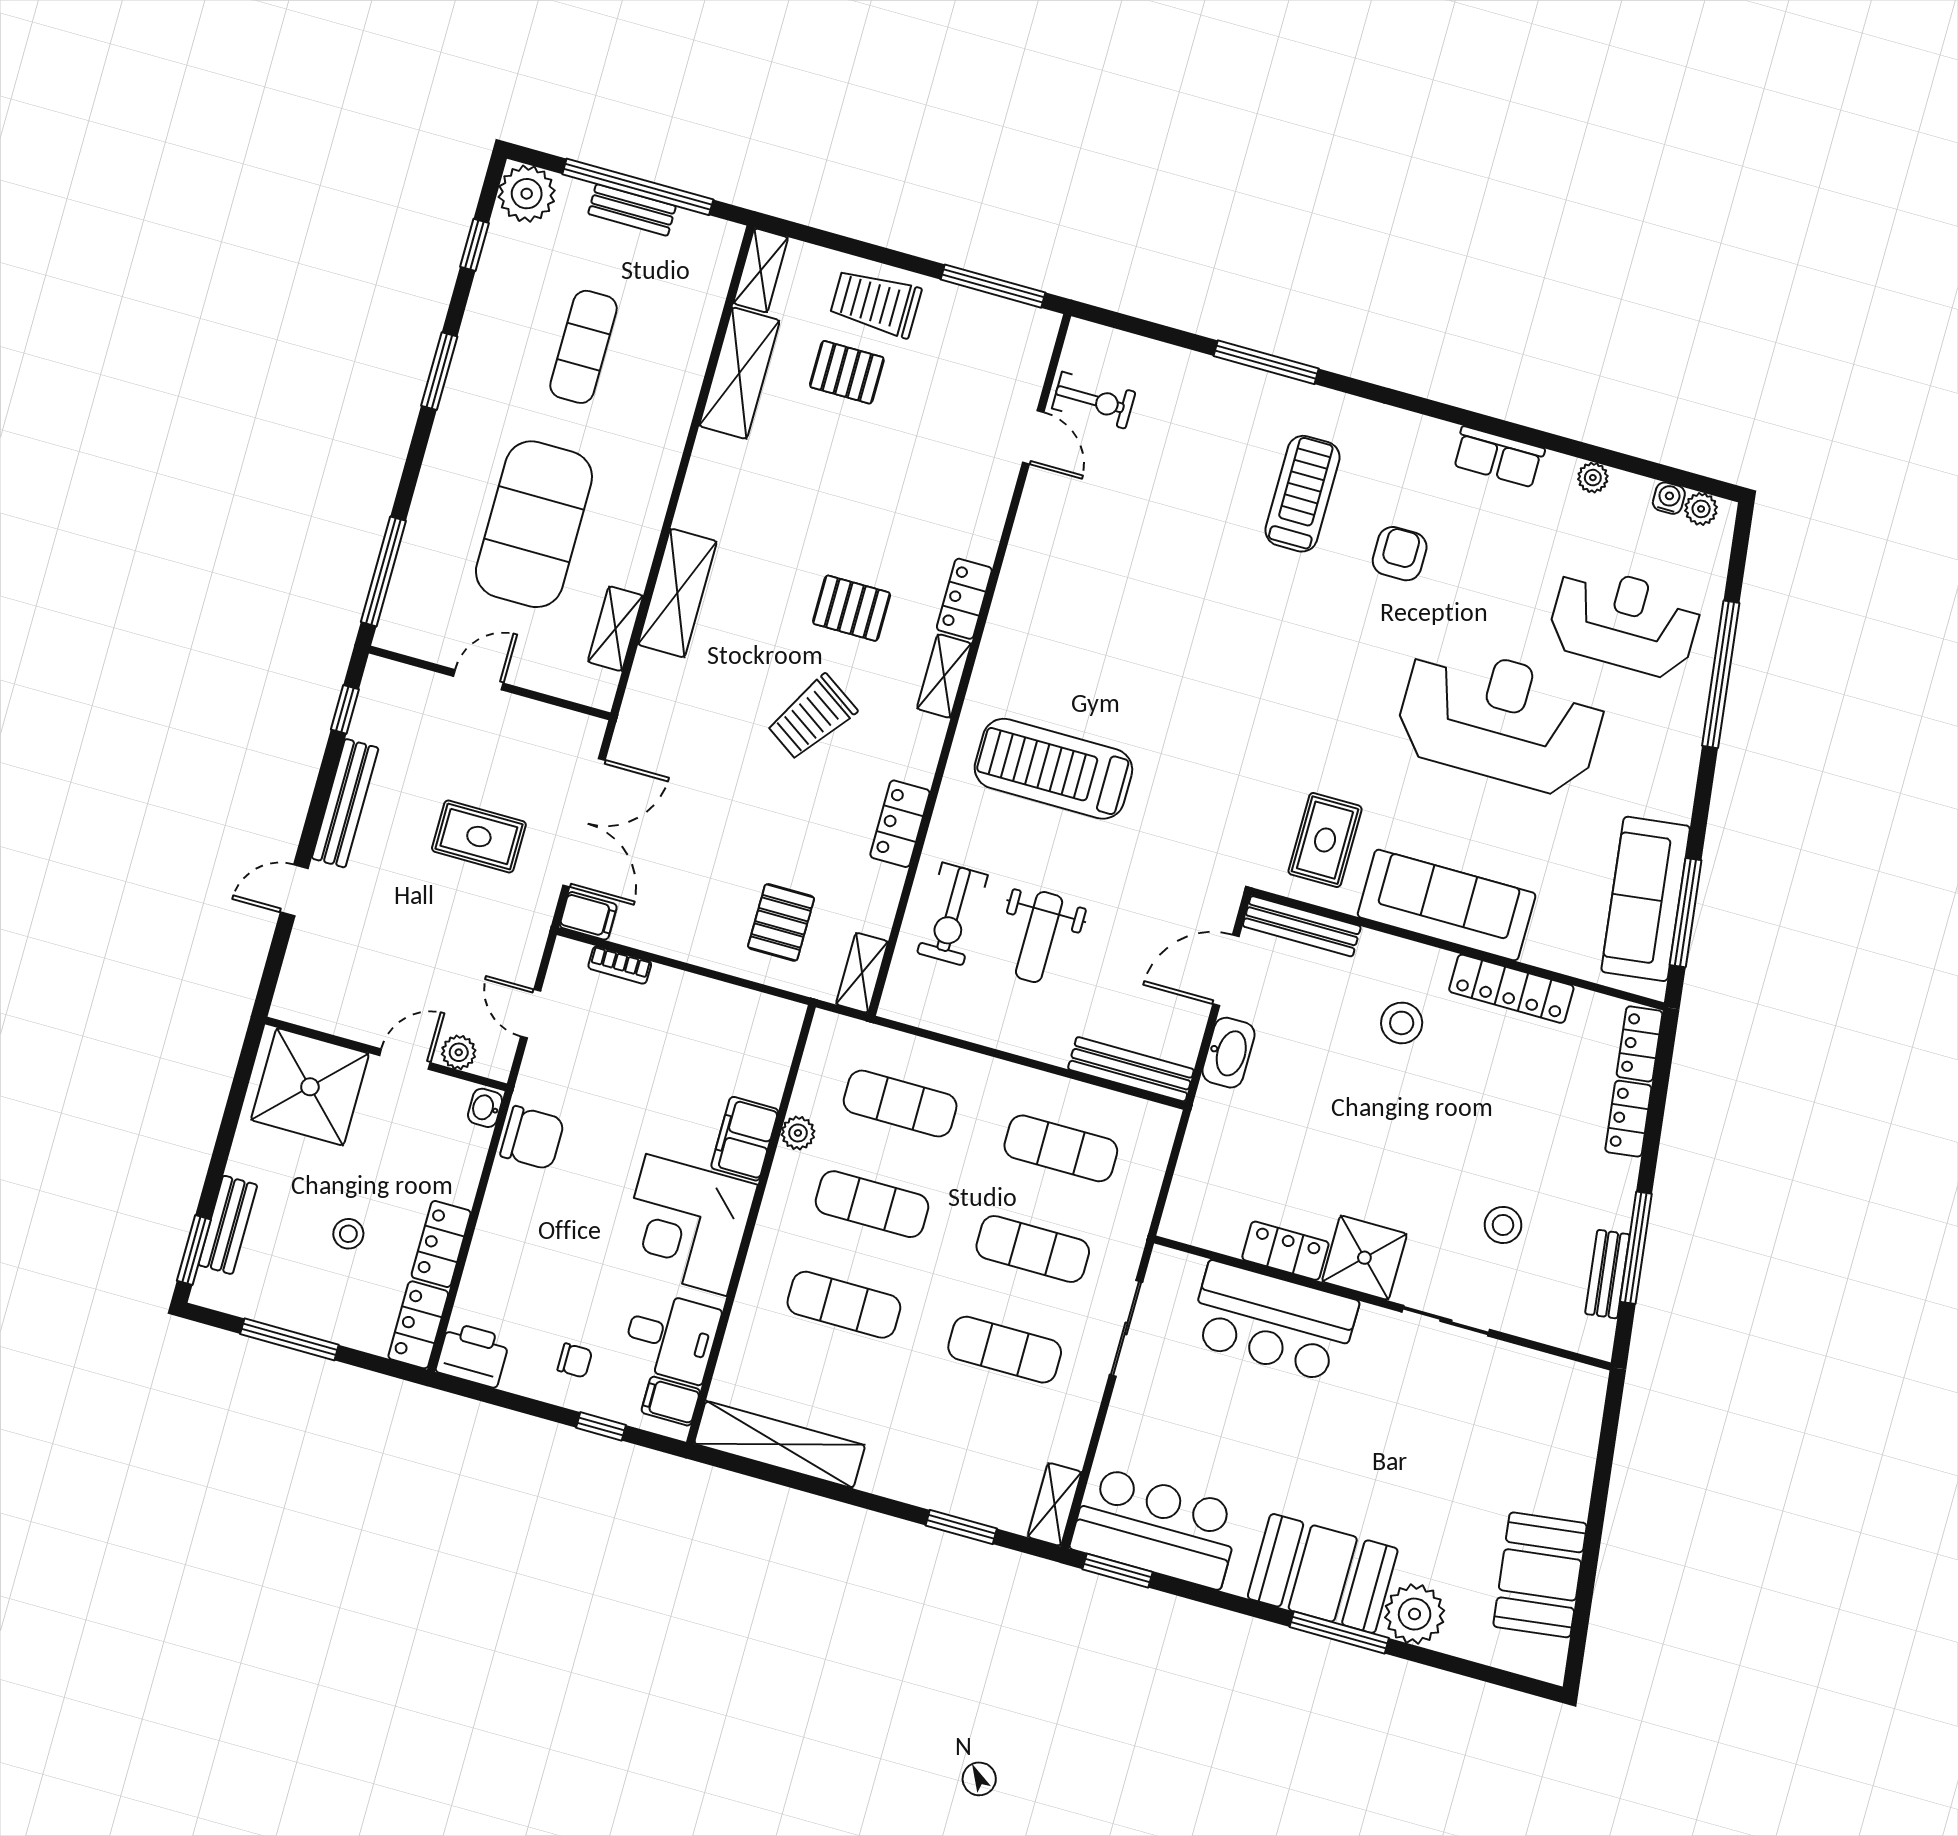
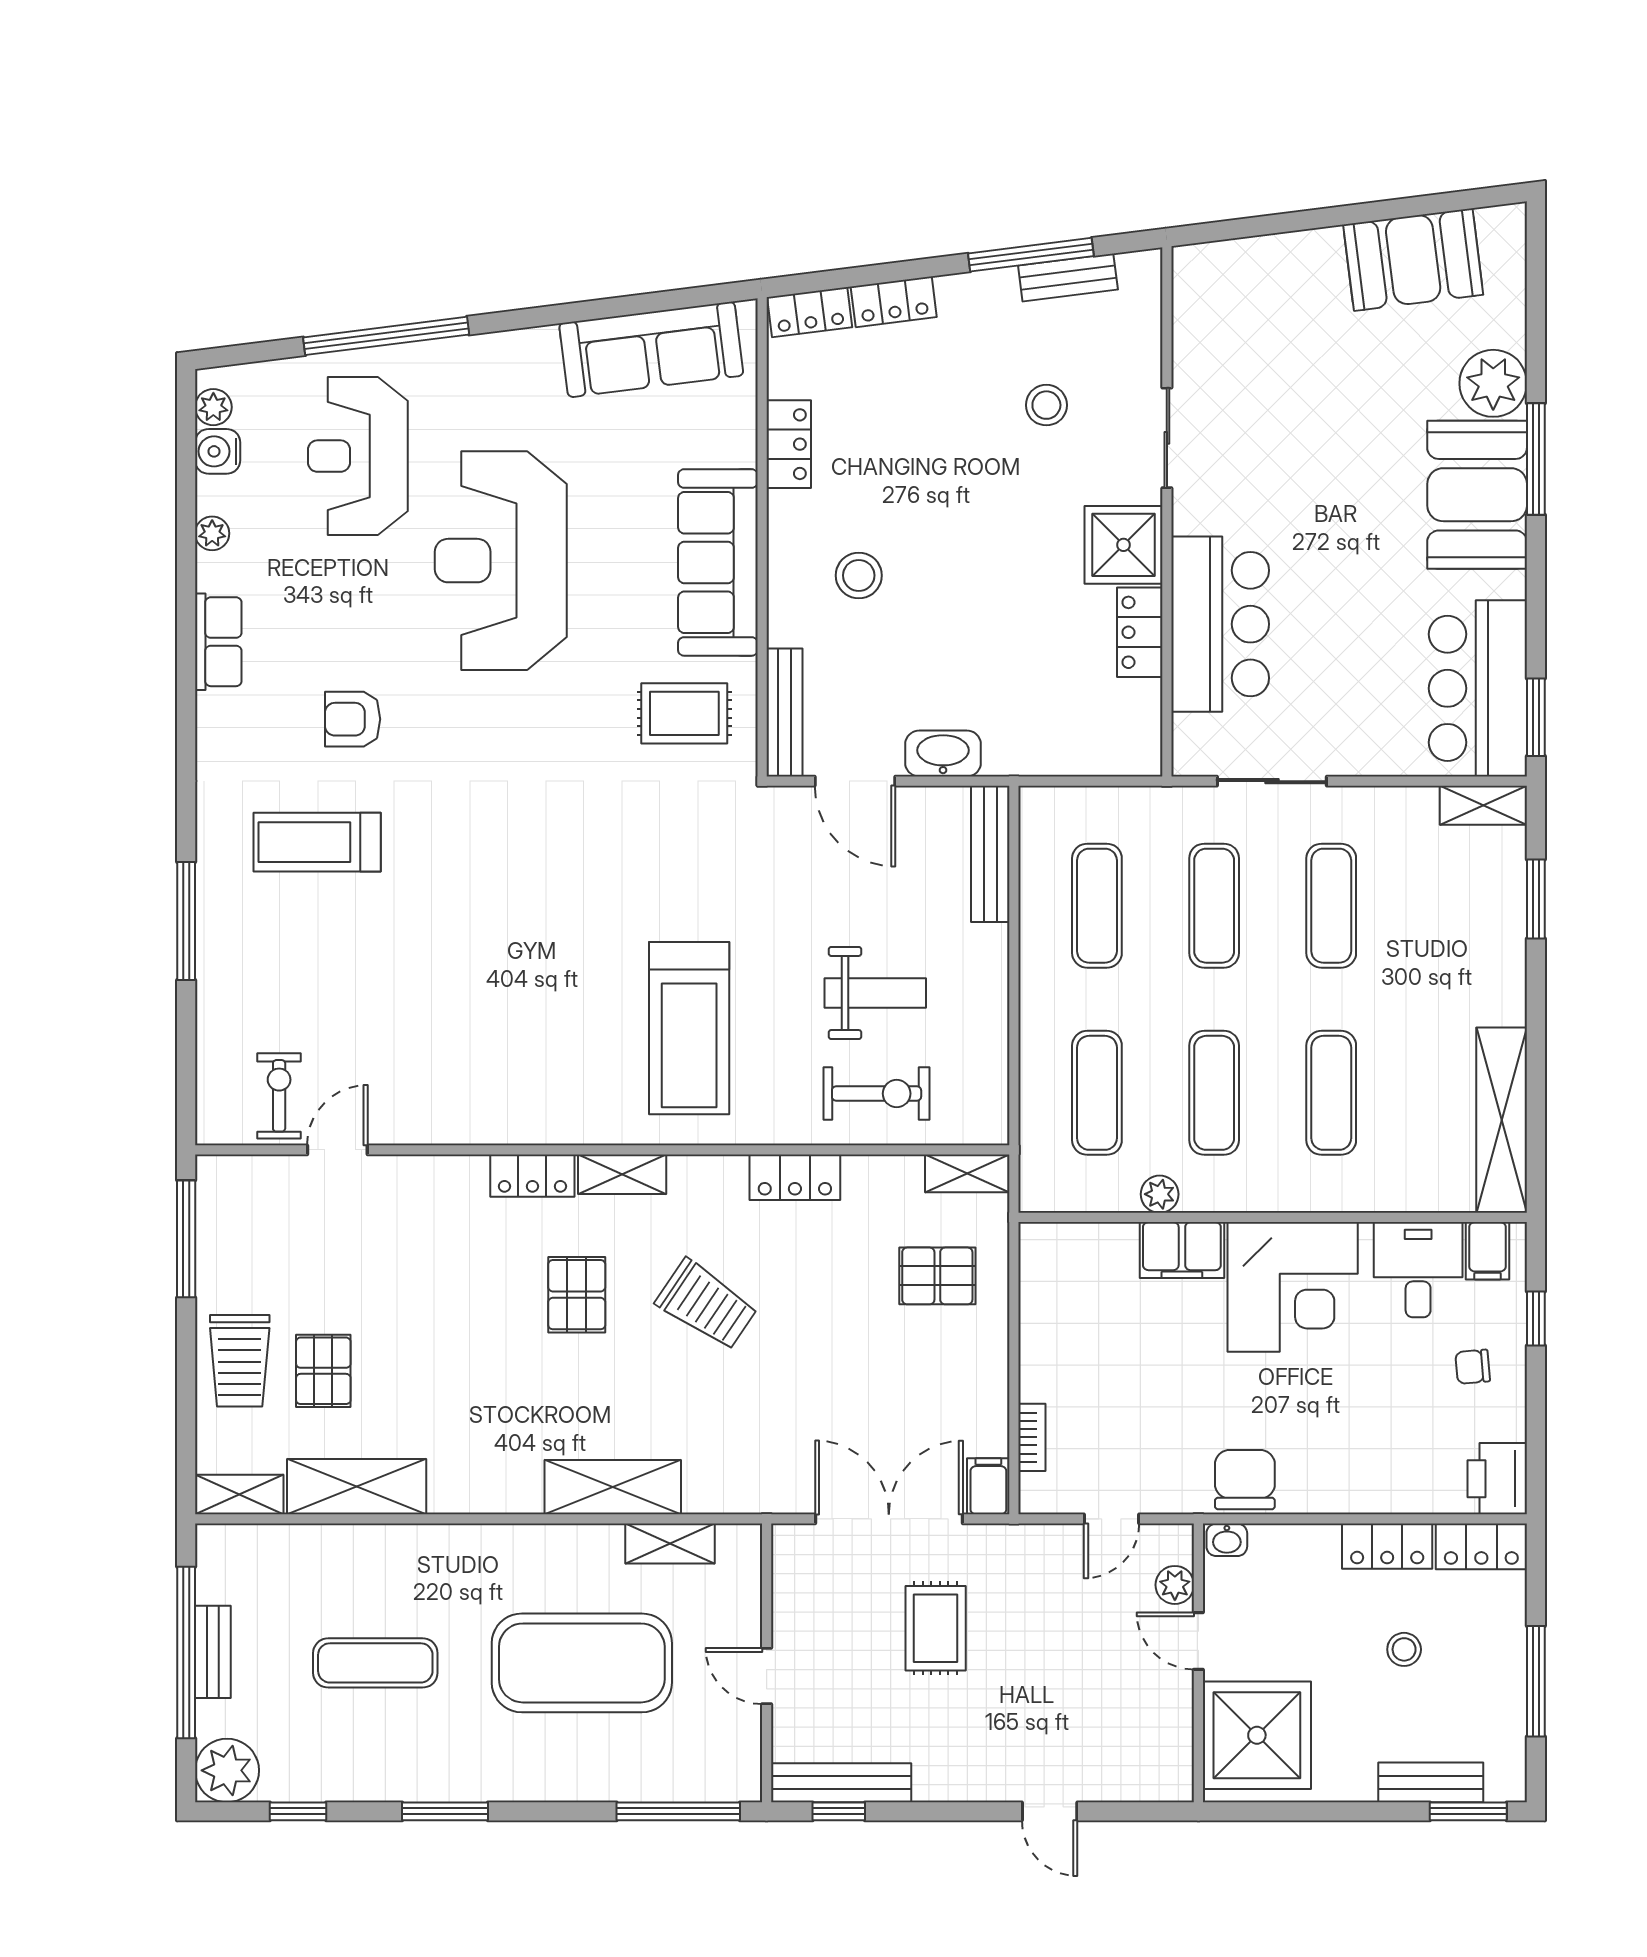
water cooler: (1669, 498) -> (218, 451), width x1.38, depth x1.38
bench: (345, 803) -> (841, 1783), moved
window: (1686, 913) -> (654, 302), removed
locker: (1511, 989) -> (789, 444), width x0.66
chair: (575, 1360) -> (1473, 1367), turned -95

